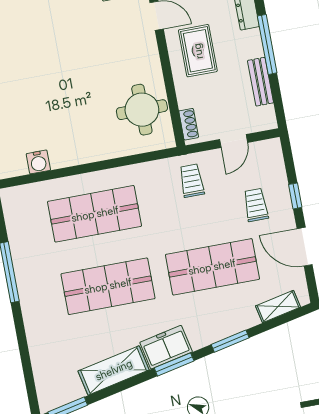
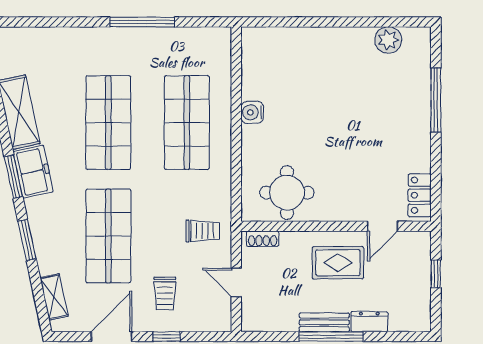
bench: (260, 82) -> (324, 322), moved
water cooler: (38, 162) -> (252, 112), moved
trolley: (256, 205) -> (165, 293), turned 90

